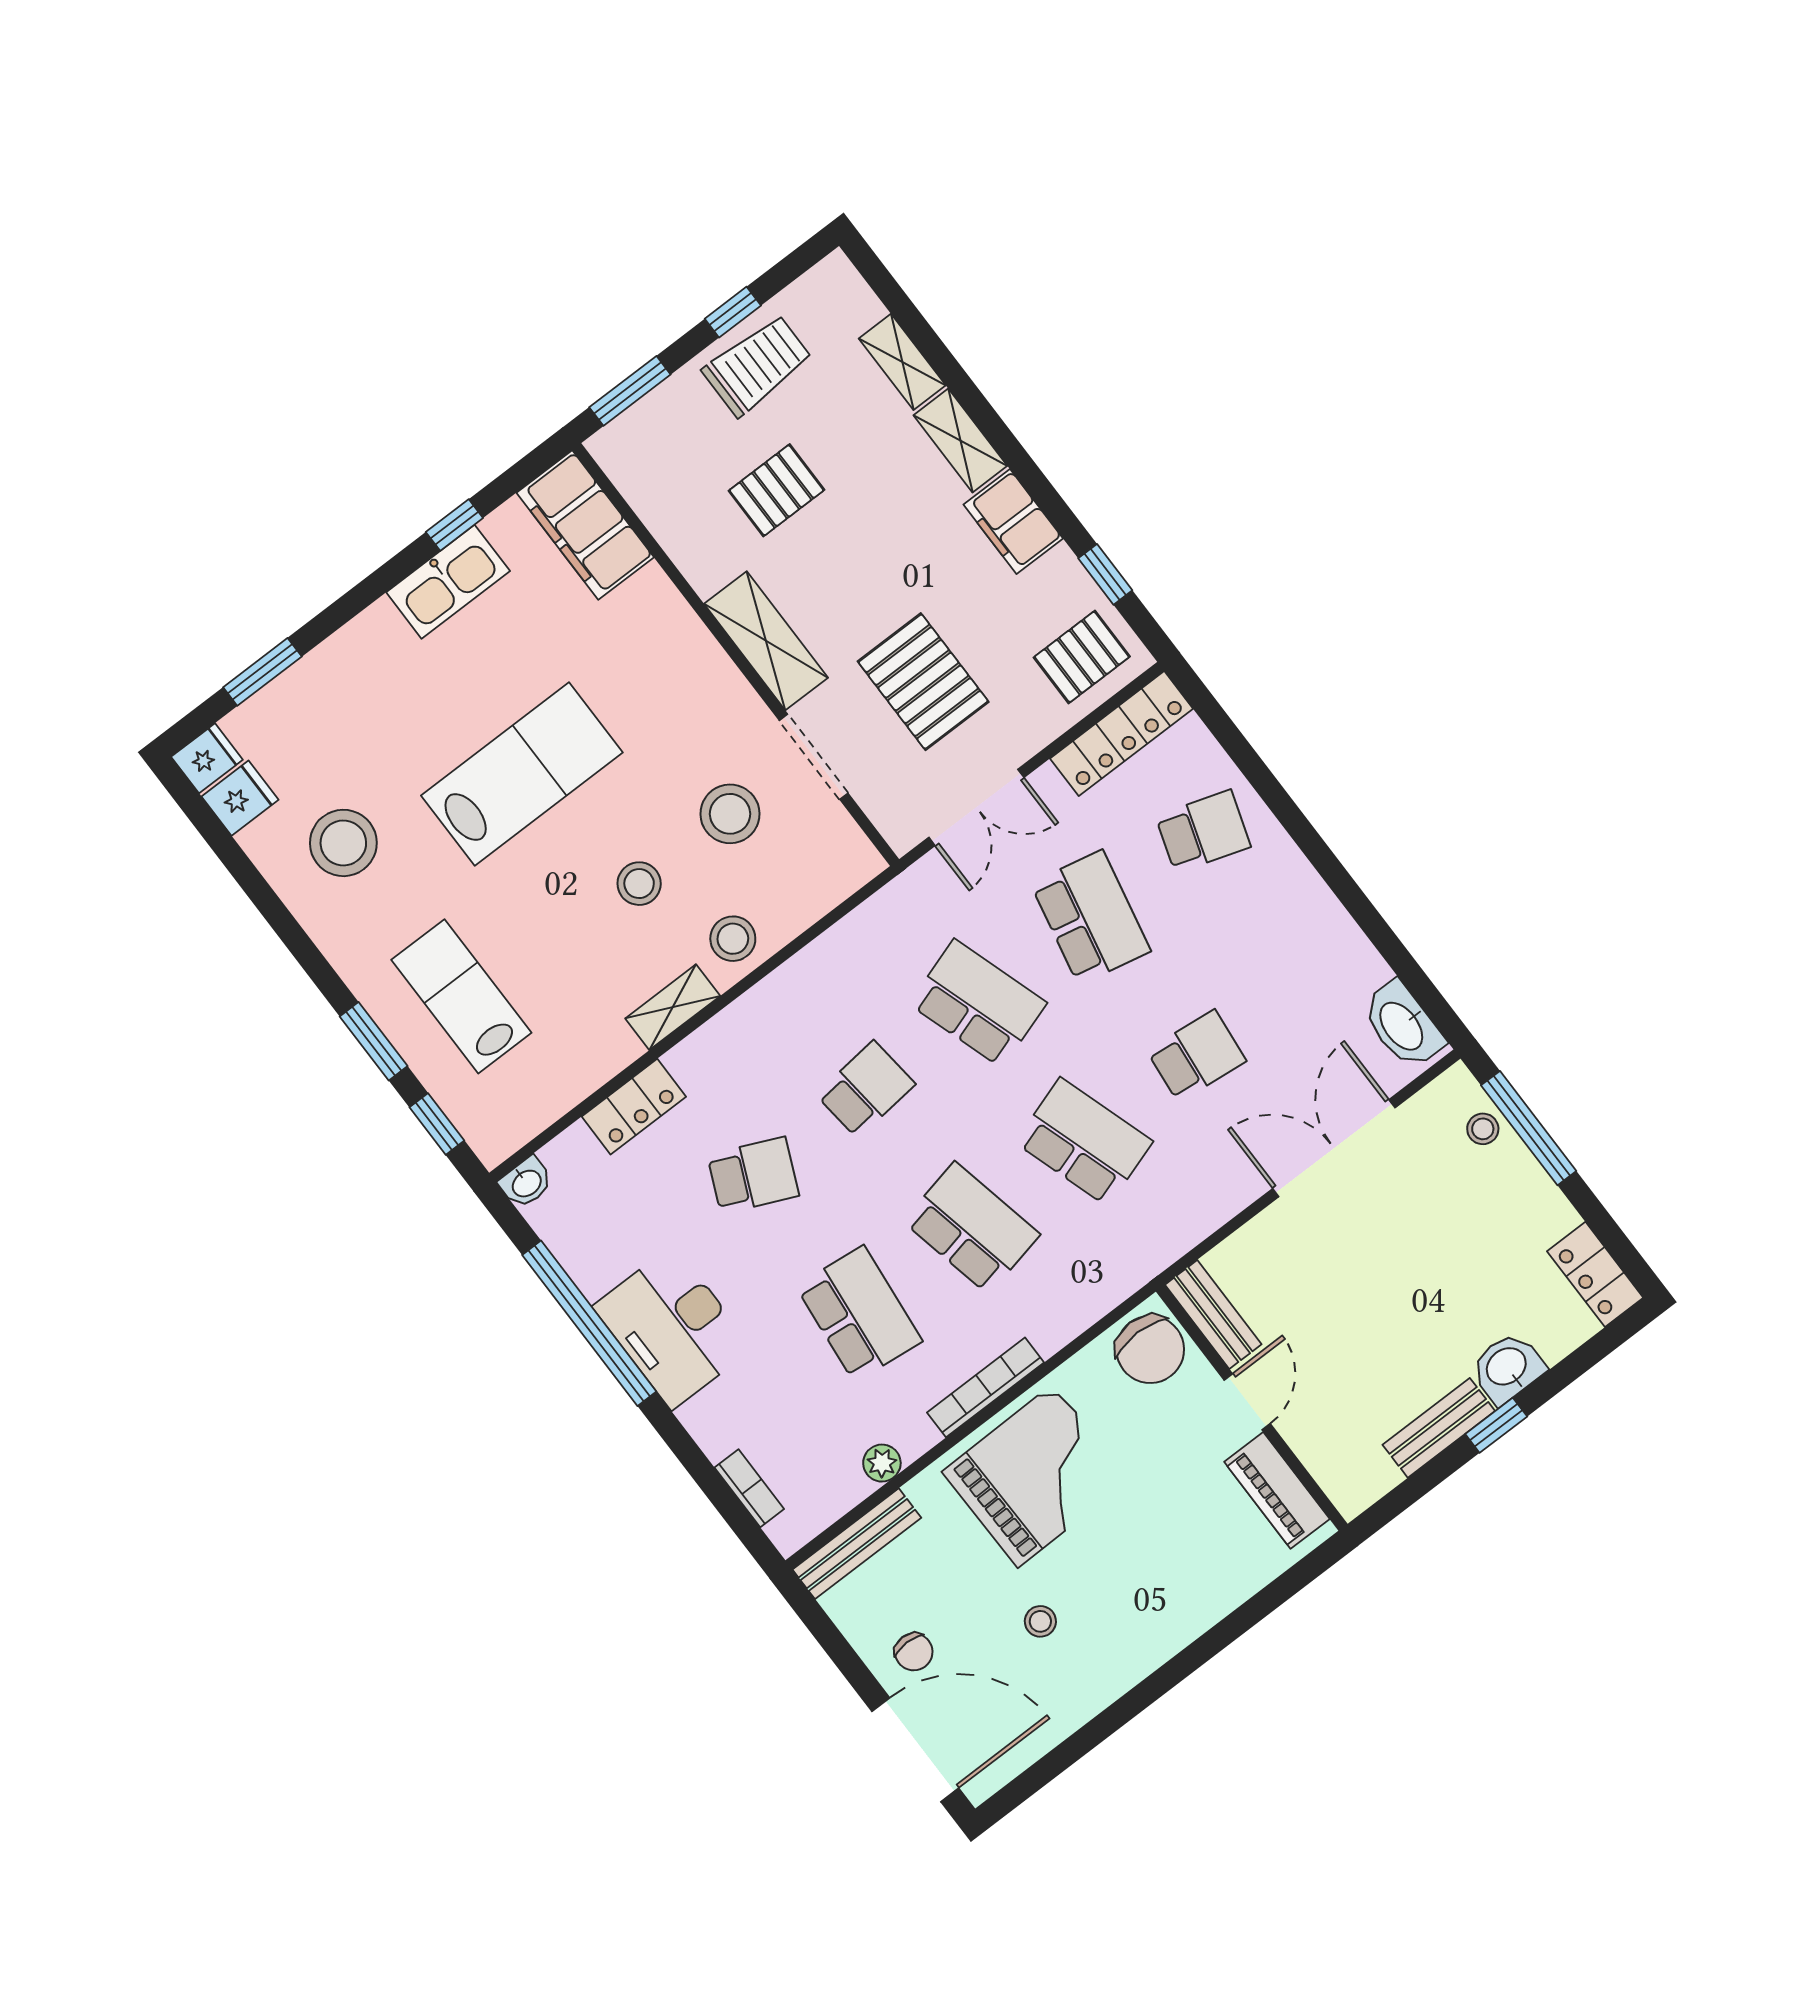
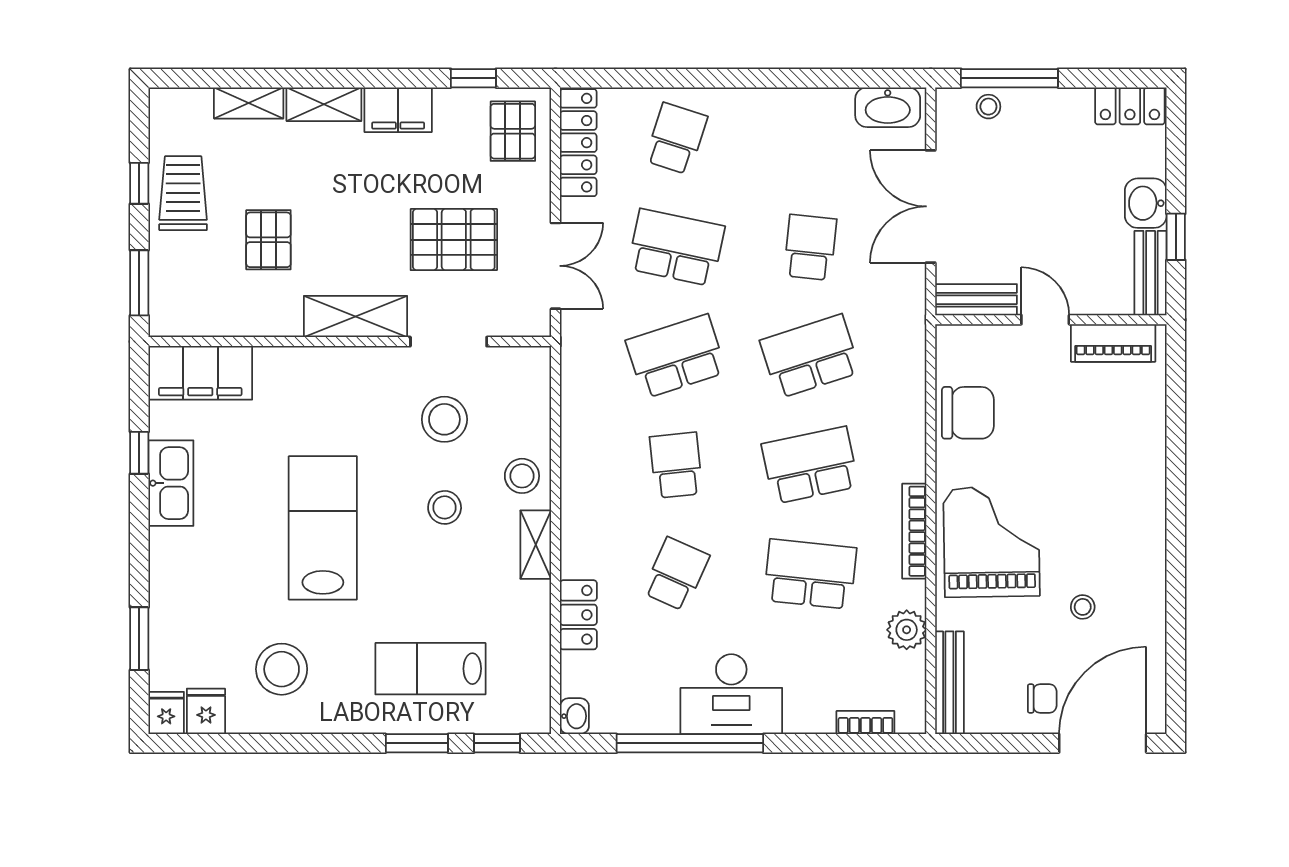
bench: (1213, 1314) -> (976, 300), moved
door: (1247, 1402) -> (1045, 320), moved
wall: (1252, 1408) -> (1051, 320), moved
plant: (882, 1463) -> (907, 630), width x1.38, depth x1.38
piano: (1277, 1490) -> (1113, 343), moved

